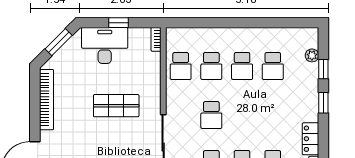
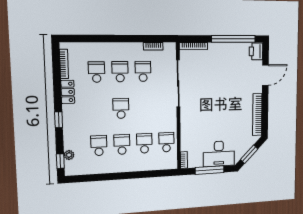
window: (118, 23) -> (210, 170), width x2.17
window: (323, 69) -> (60, 161), moved
shop shelf: (116, 106) -> (211, 112), removed
school desk: (211, 115) -> (121, 108), moved

